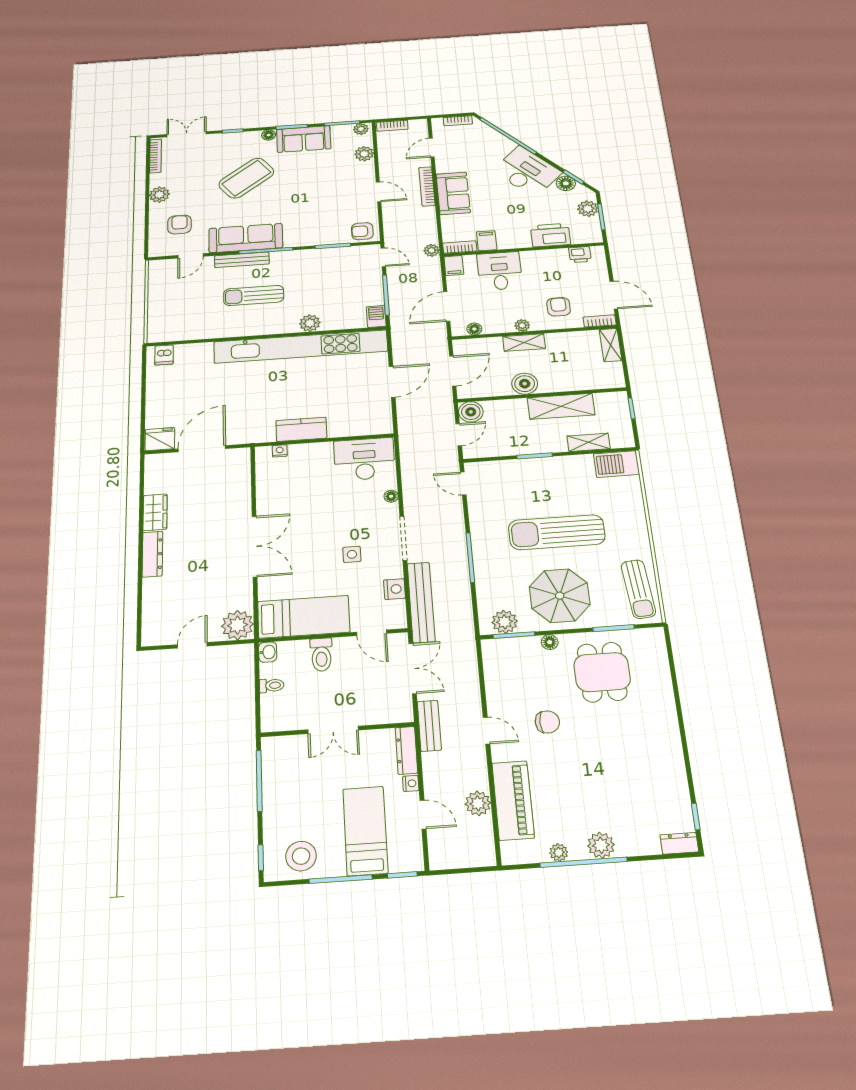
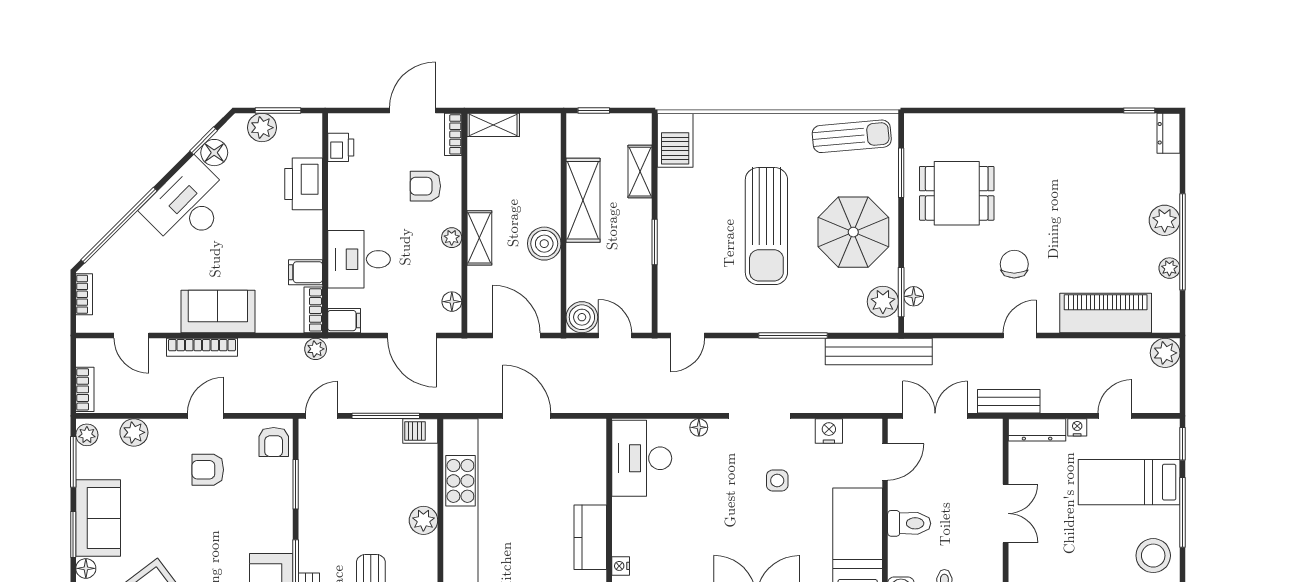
armchair: (340, 196) -> (208, 470), added
bench: (421, 602) -> (879, 352), moved
floor lamp: (550, 642) -> (914, 296), moved
plant: (478, 803) -> (1165, 353), moved

